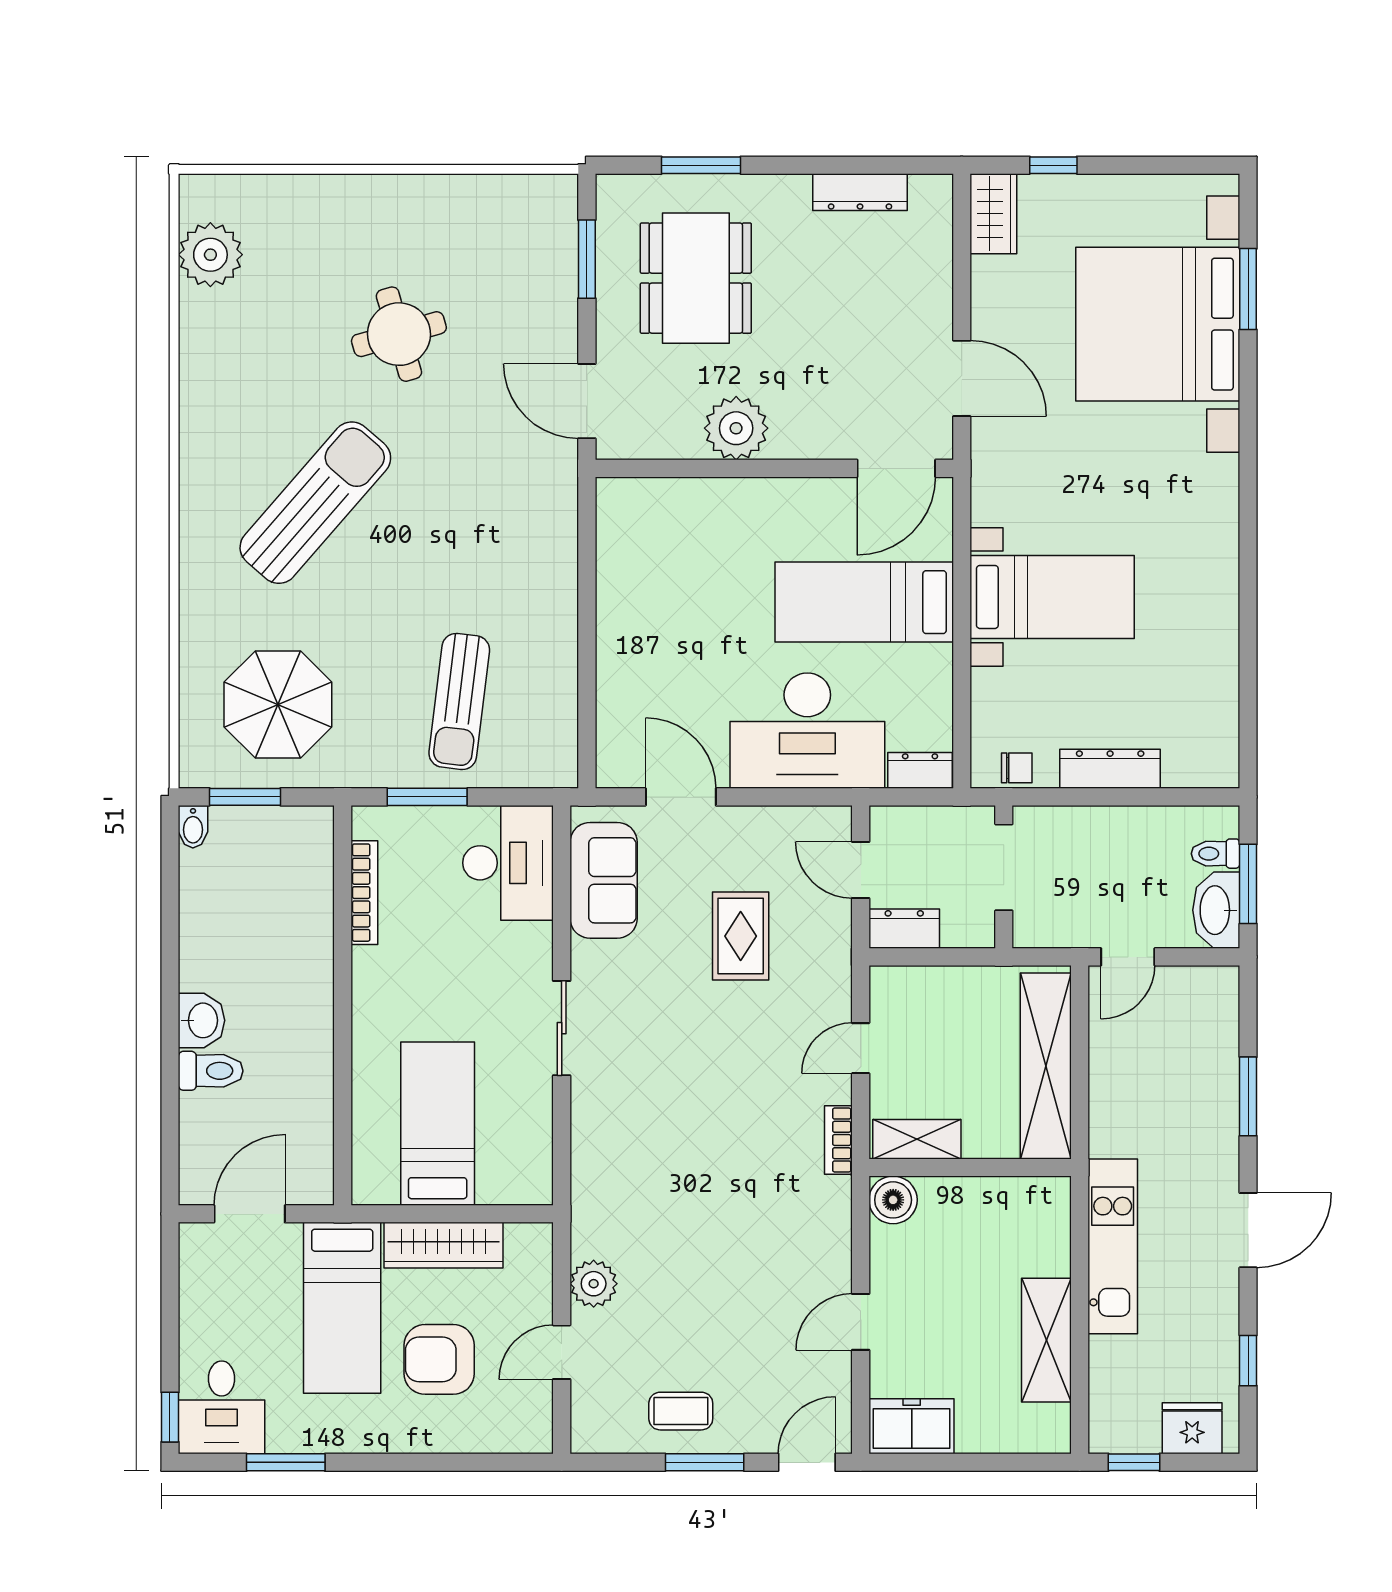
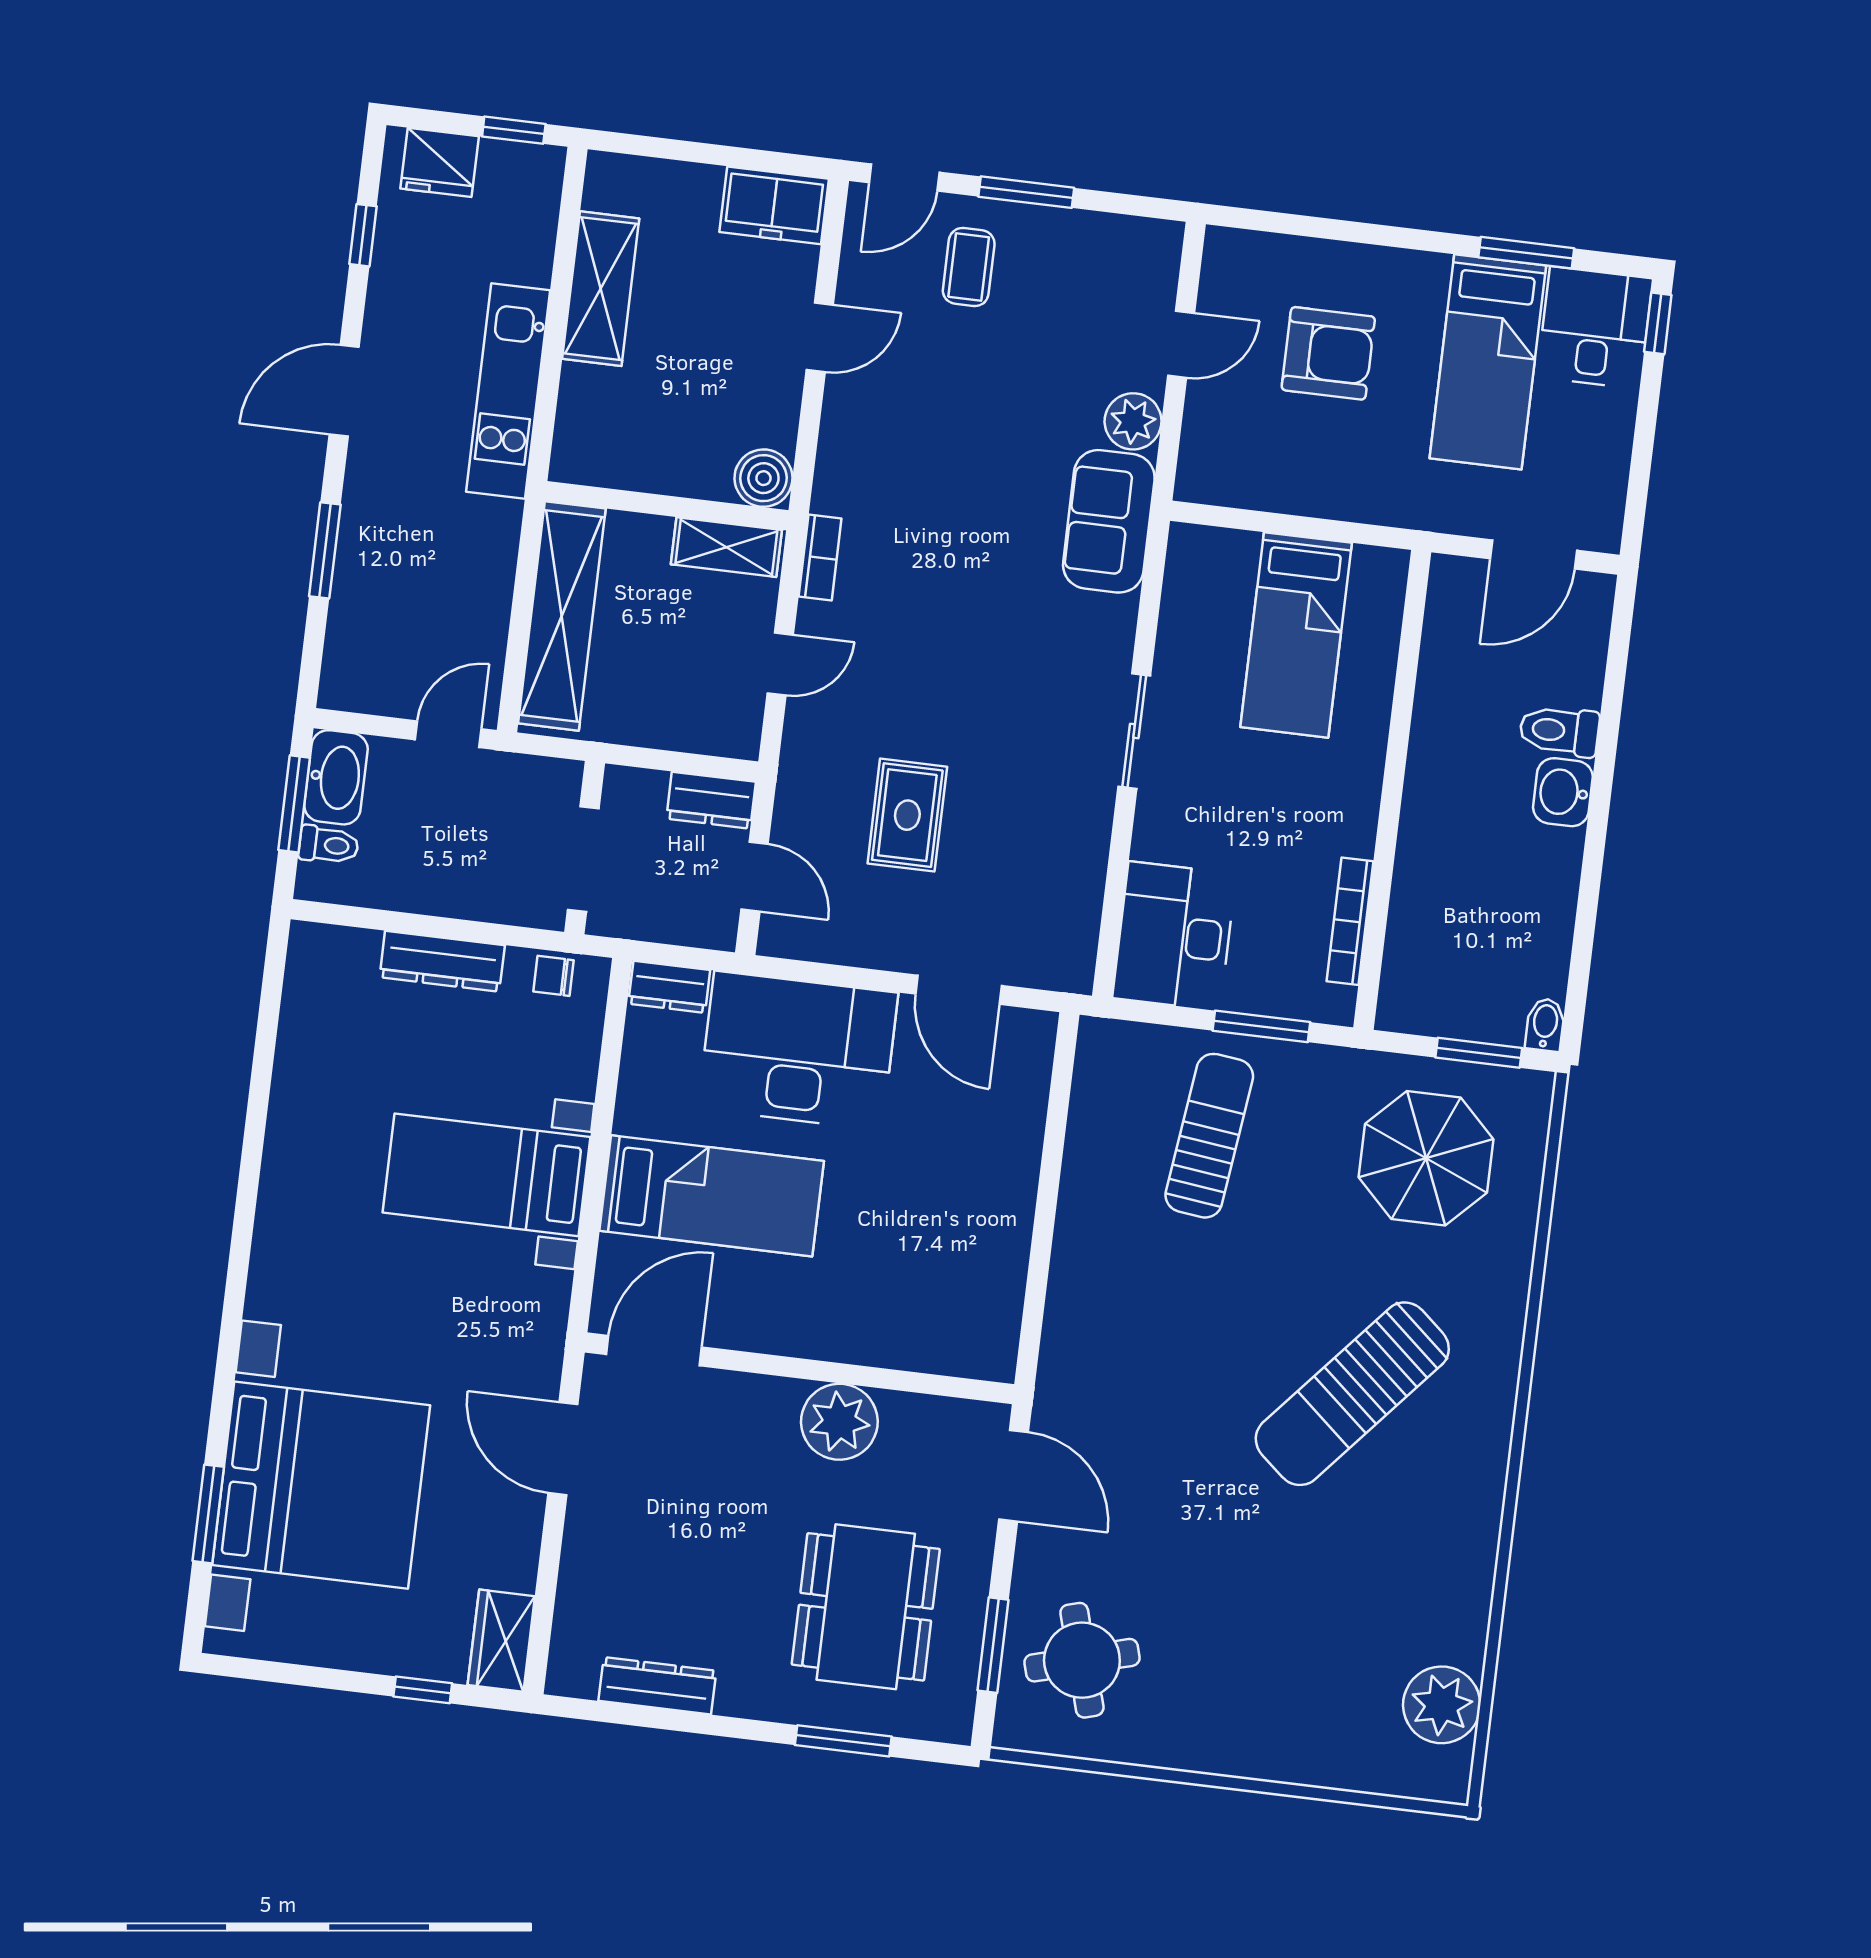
round table: (399, 334) -> (1082, 1660), moved
sofa: (604, 880) -> (1109, 521), moved
wardrobe: (443, 1245) -> (1307, 489), removed
bed: (342, 1308) -> (1488, 362), moved, turned 180
coffee table: (681, 1411) -> (969, 267), moved, turned 90

